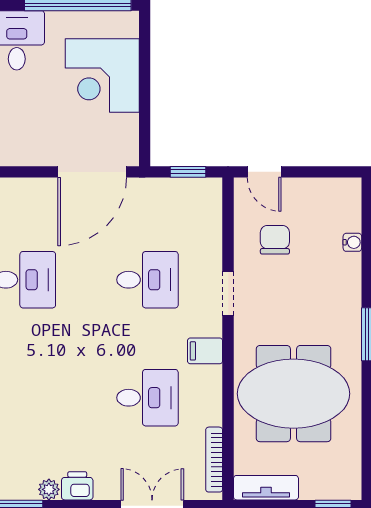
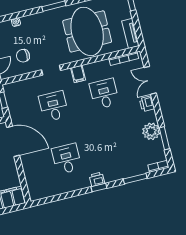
printer: (77, 486) -> (147, 104), moved
plant: (49, 489) -> (151, 131), width x1.88, depth x1.88

